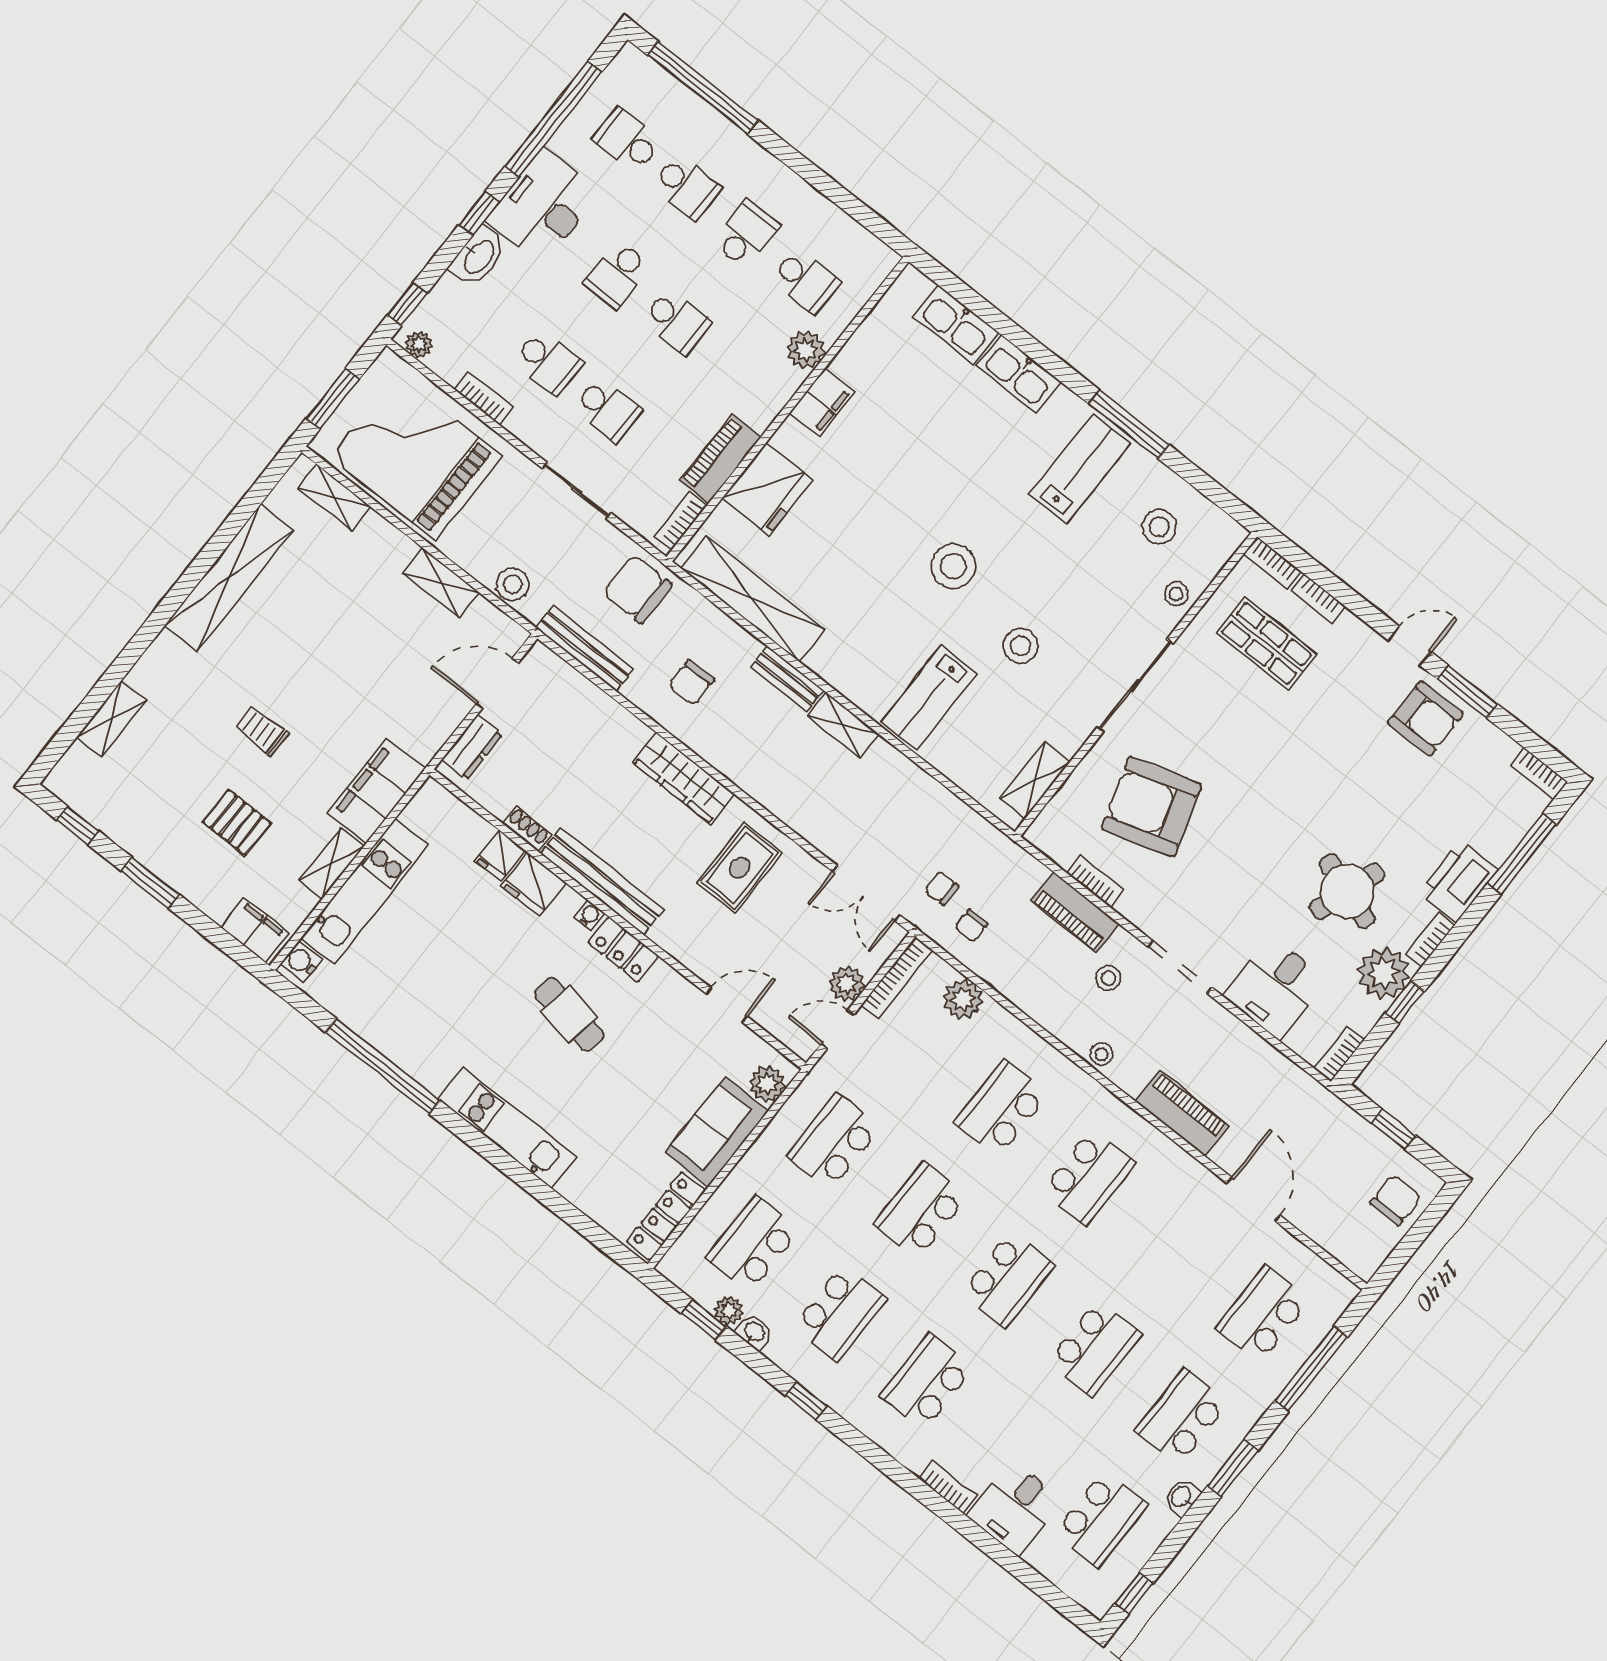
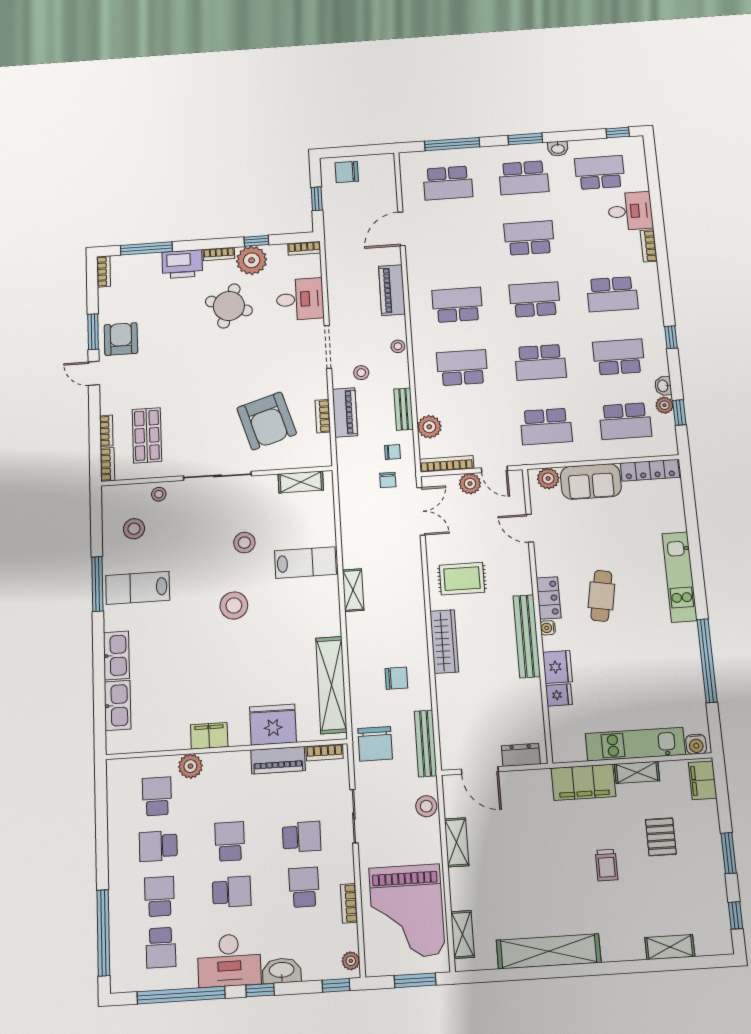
school desk: (607, 409) -> (302, 837), turned 90
bench: (787, 679) -> (404, 409), moved
shoe rack: (527, 829) -> (535, 694), removed
school desk: (1001, 1108) -> (462, 368), turned 180

